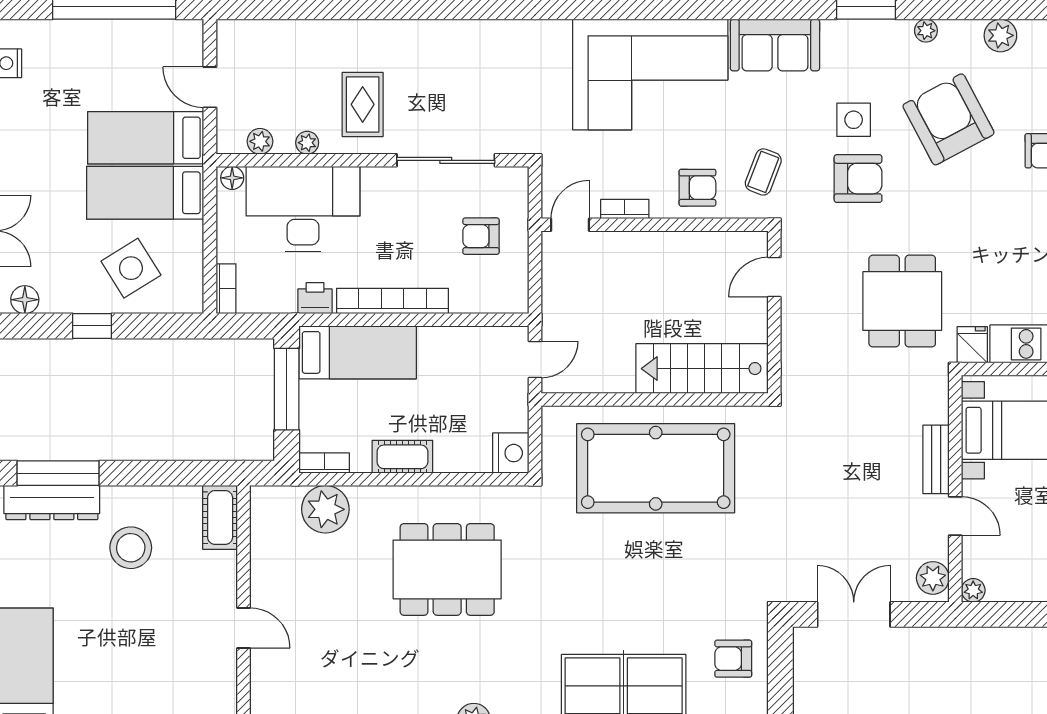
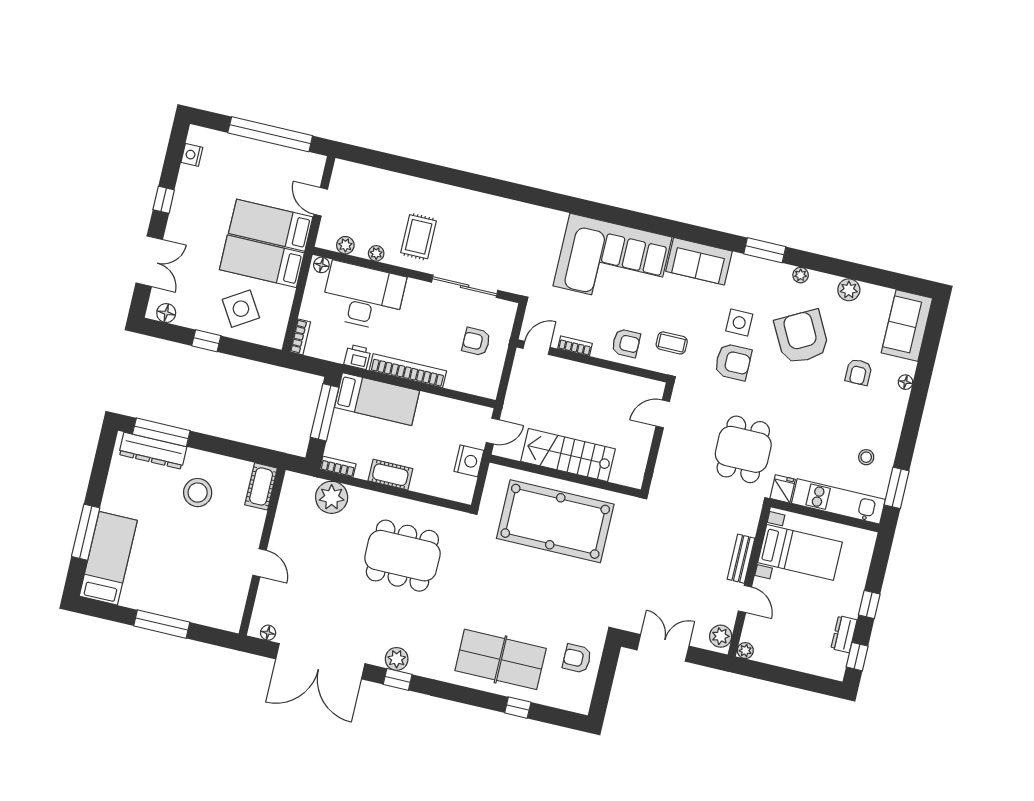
coffee table: (763, 172) -> (672, 343), turned 69
stairs: (702, 369) -> (568, 455), moved
nightstand: (511, 453) -> (469, 461), moved

